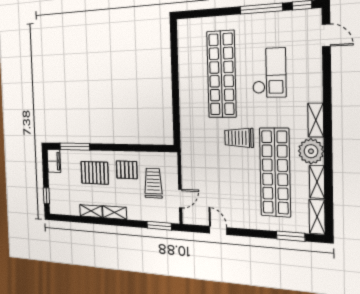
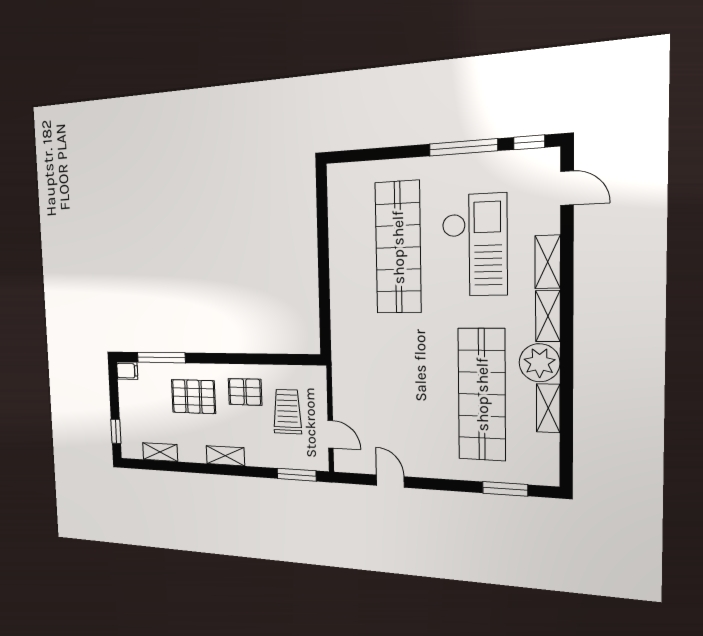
checkout: (269, 73) -> (474, 245), width x1.36, depth x1.21
trolley: (239, 138) -> (425, 343), removed
filing cabinet: (54, 161) -> (127, 371), width x0.50
door: (180, 198) -> (331, 434), hinge flipped
shelving: (91, 211) -> (160, 452), moved
shelving: (317, 217) -> (548, 262), moved

